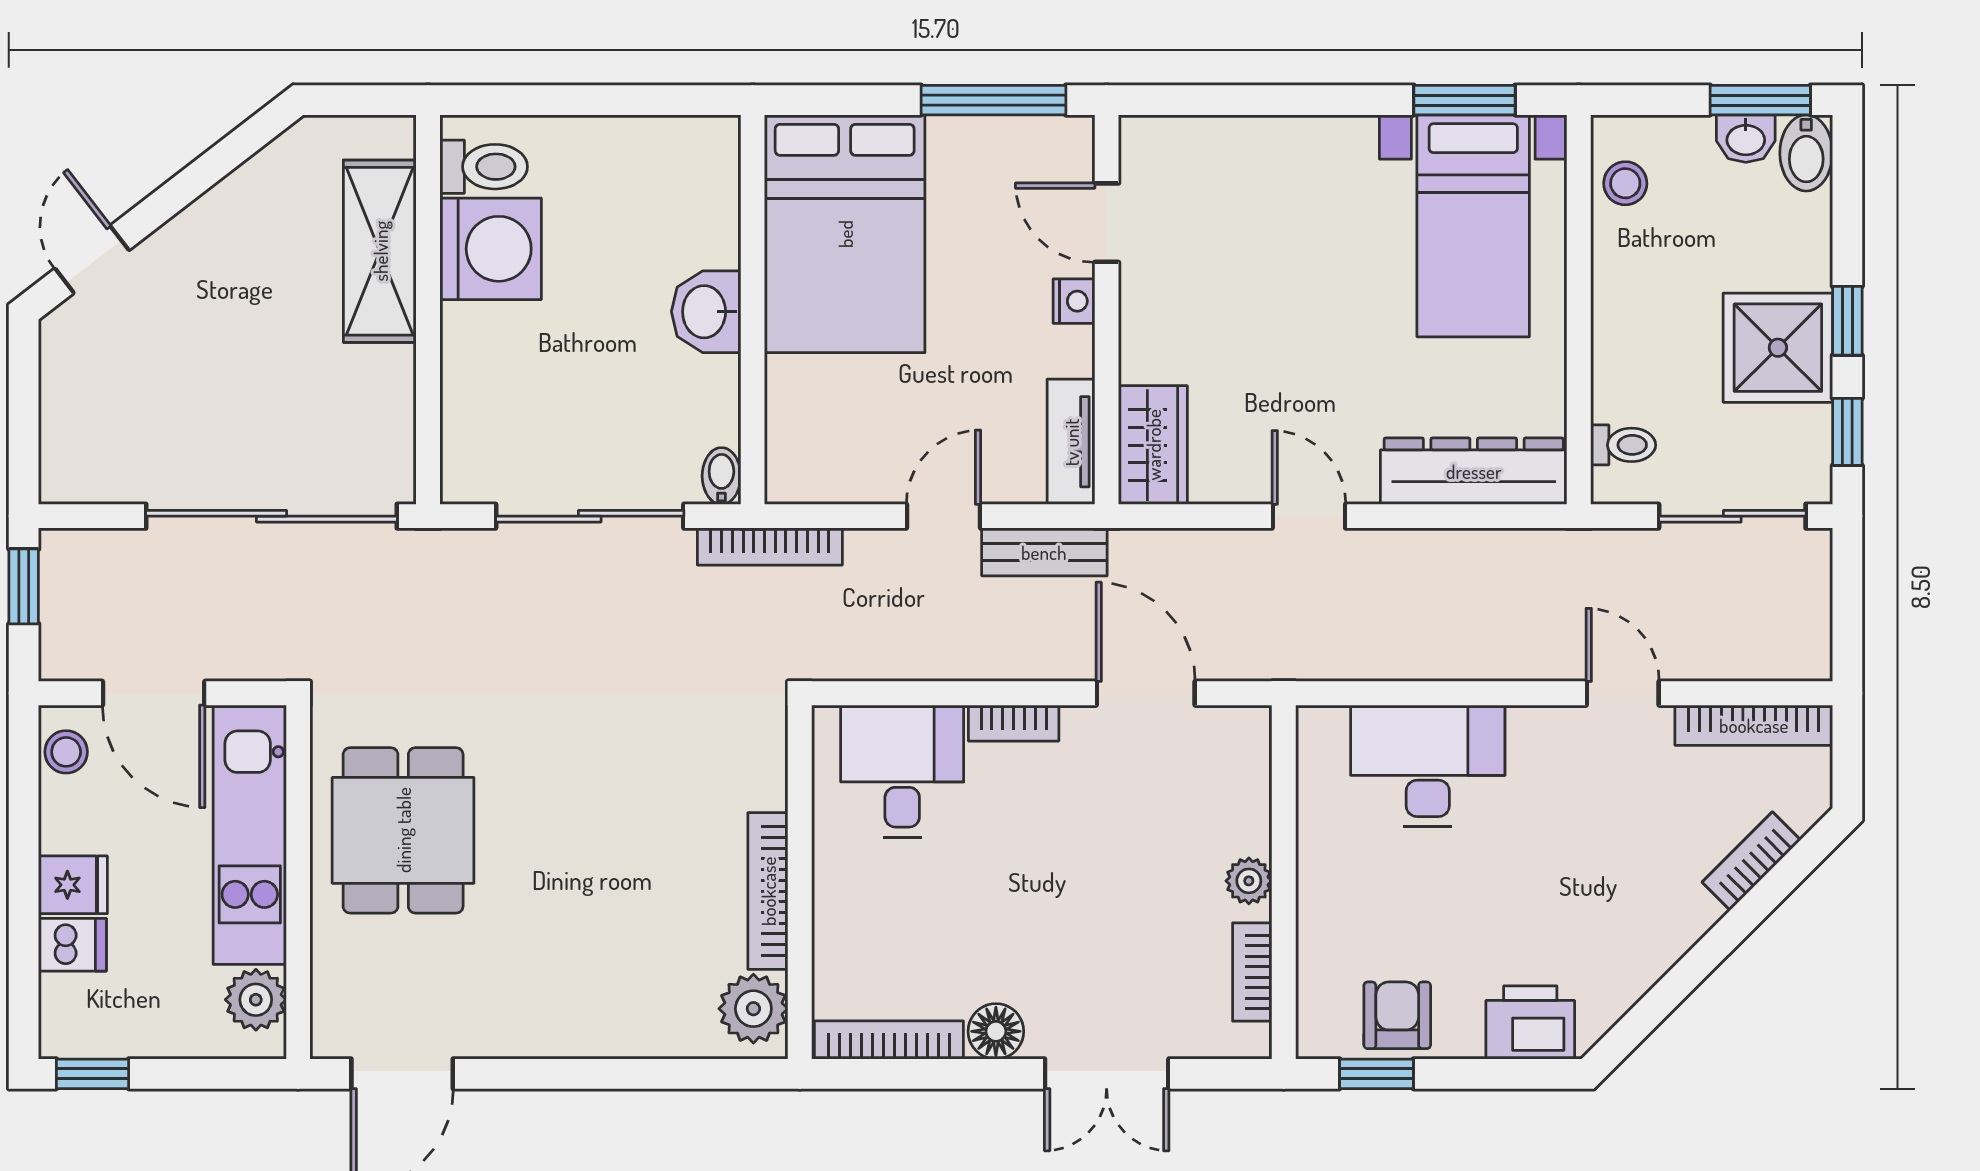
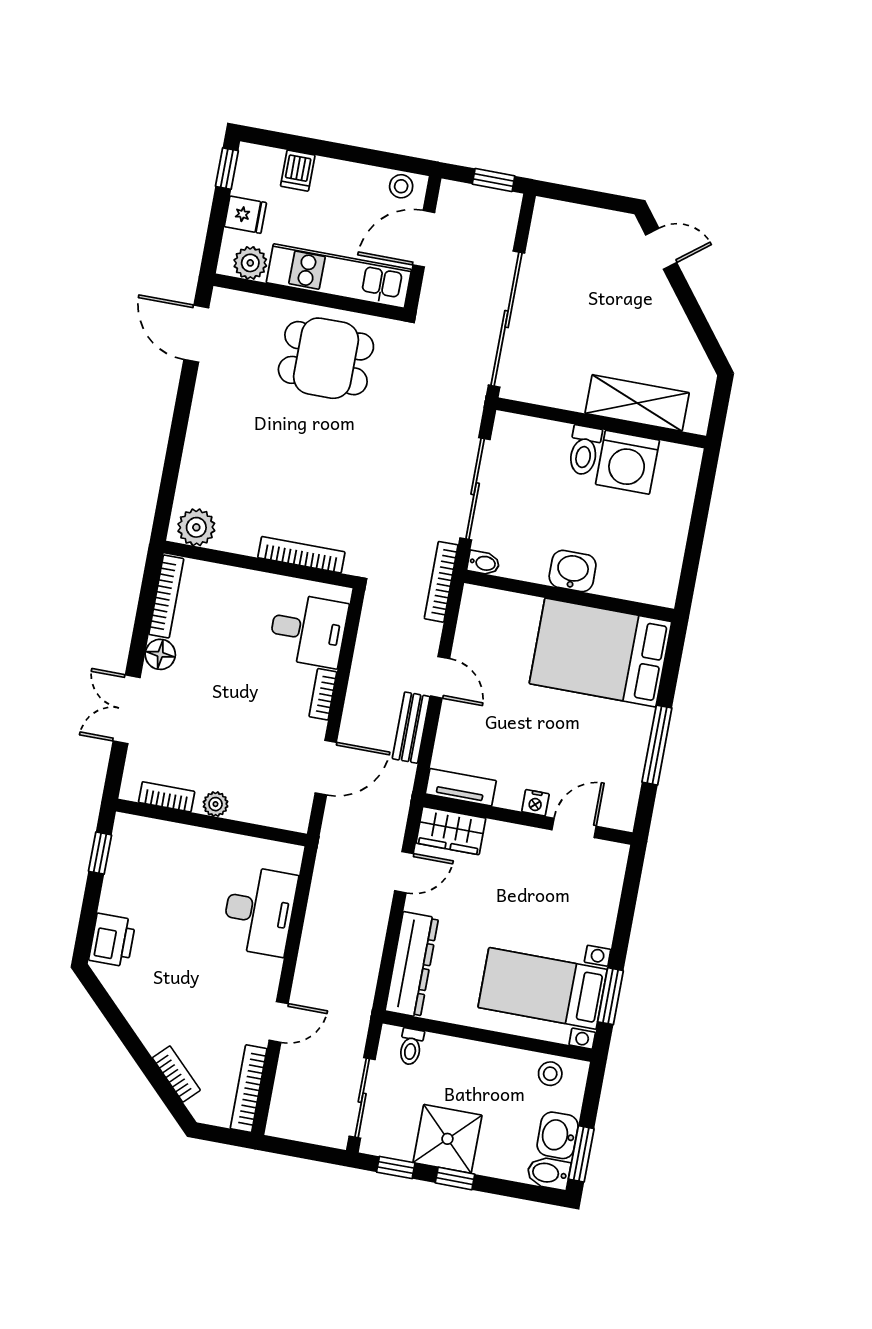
washbasin: (1746, 139) -> (558, 1135), width x1.38, depth x1.45
toilet: (484, 167) -> (584, 450), moved
door: (1107, 223) -> (574, 828), moved
nightstand: (1074, 301) -> (535, 803), moved
wall: (1107, 310) -> (528, 819), moved
tv unit: (1071, 442) -> (461, 787), moved
wardrobe: (1153, 445) -> (451, 831), moved
fridge: (73, 885) -> (245, 215), moved, turned -90
bookcase: (768, 891) -> (301, 555), moved
armchair: (1397, 1015) -> (129, 870), removed

